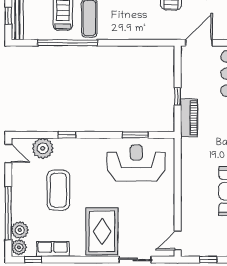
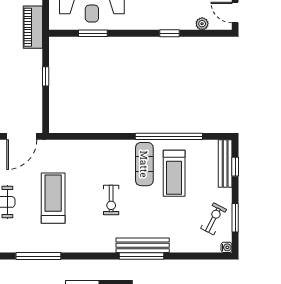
piano: (189, 118) -> (33, 27), moved
plant: (43, 148) -> (202, 24), width x0.53, depth x0.53

